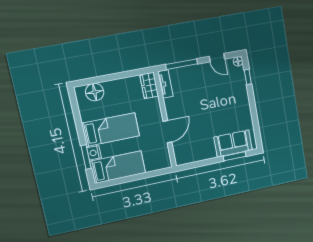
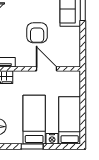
armchair: (203, 114) -> (37, 33), added
window: (86, 157) -> (32, 147), moved

